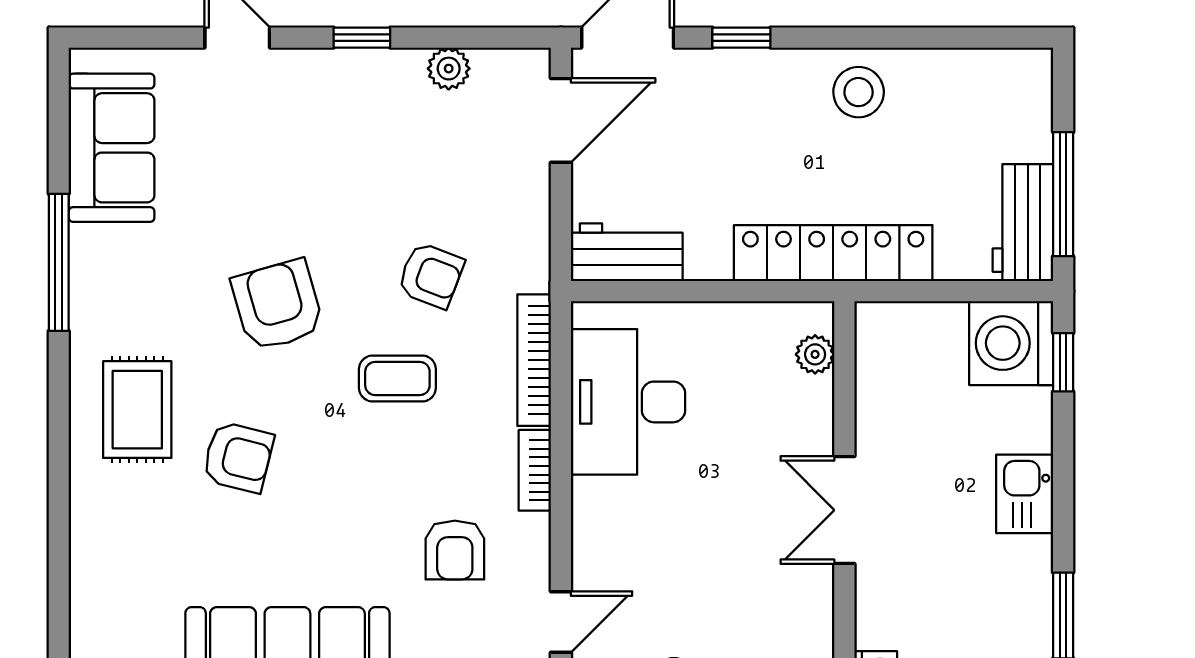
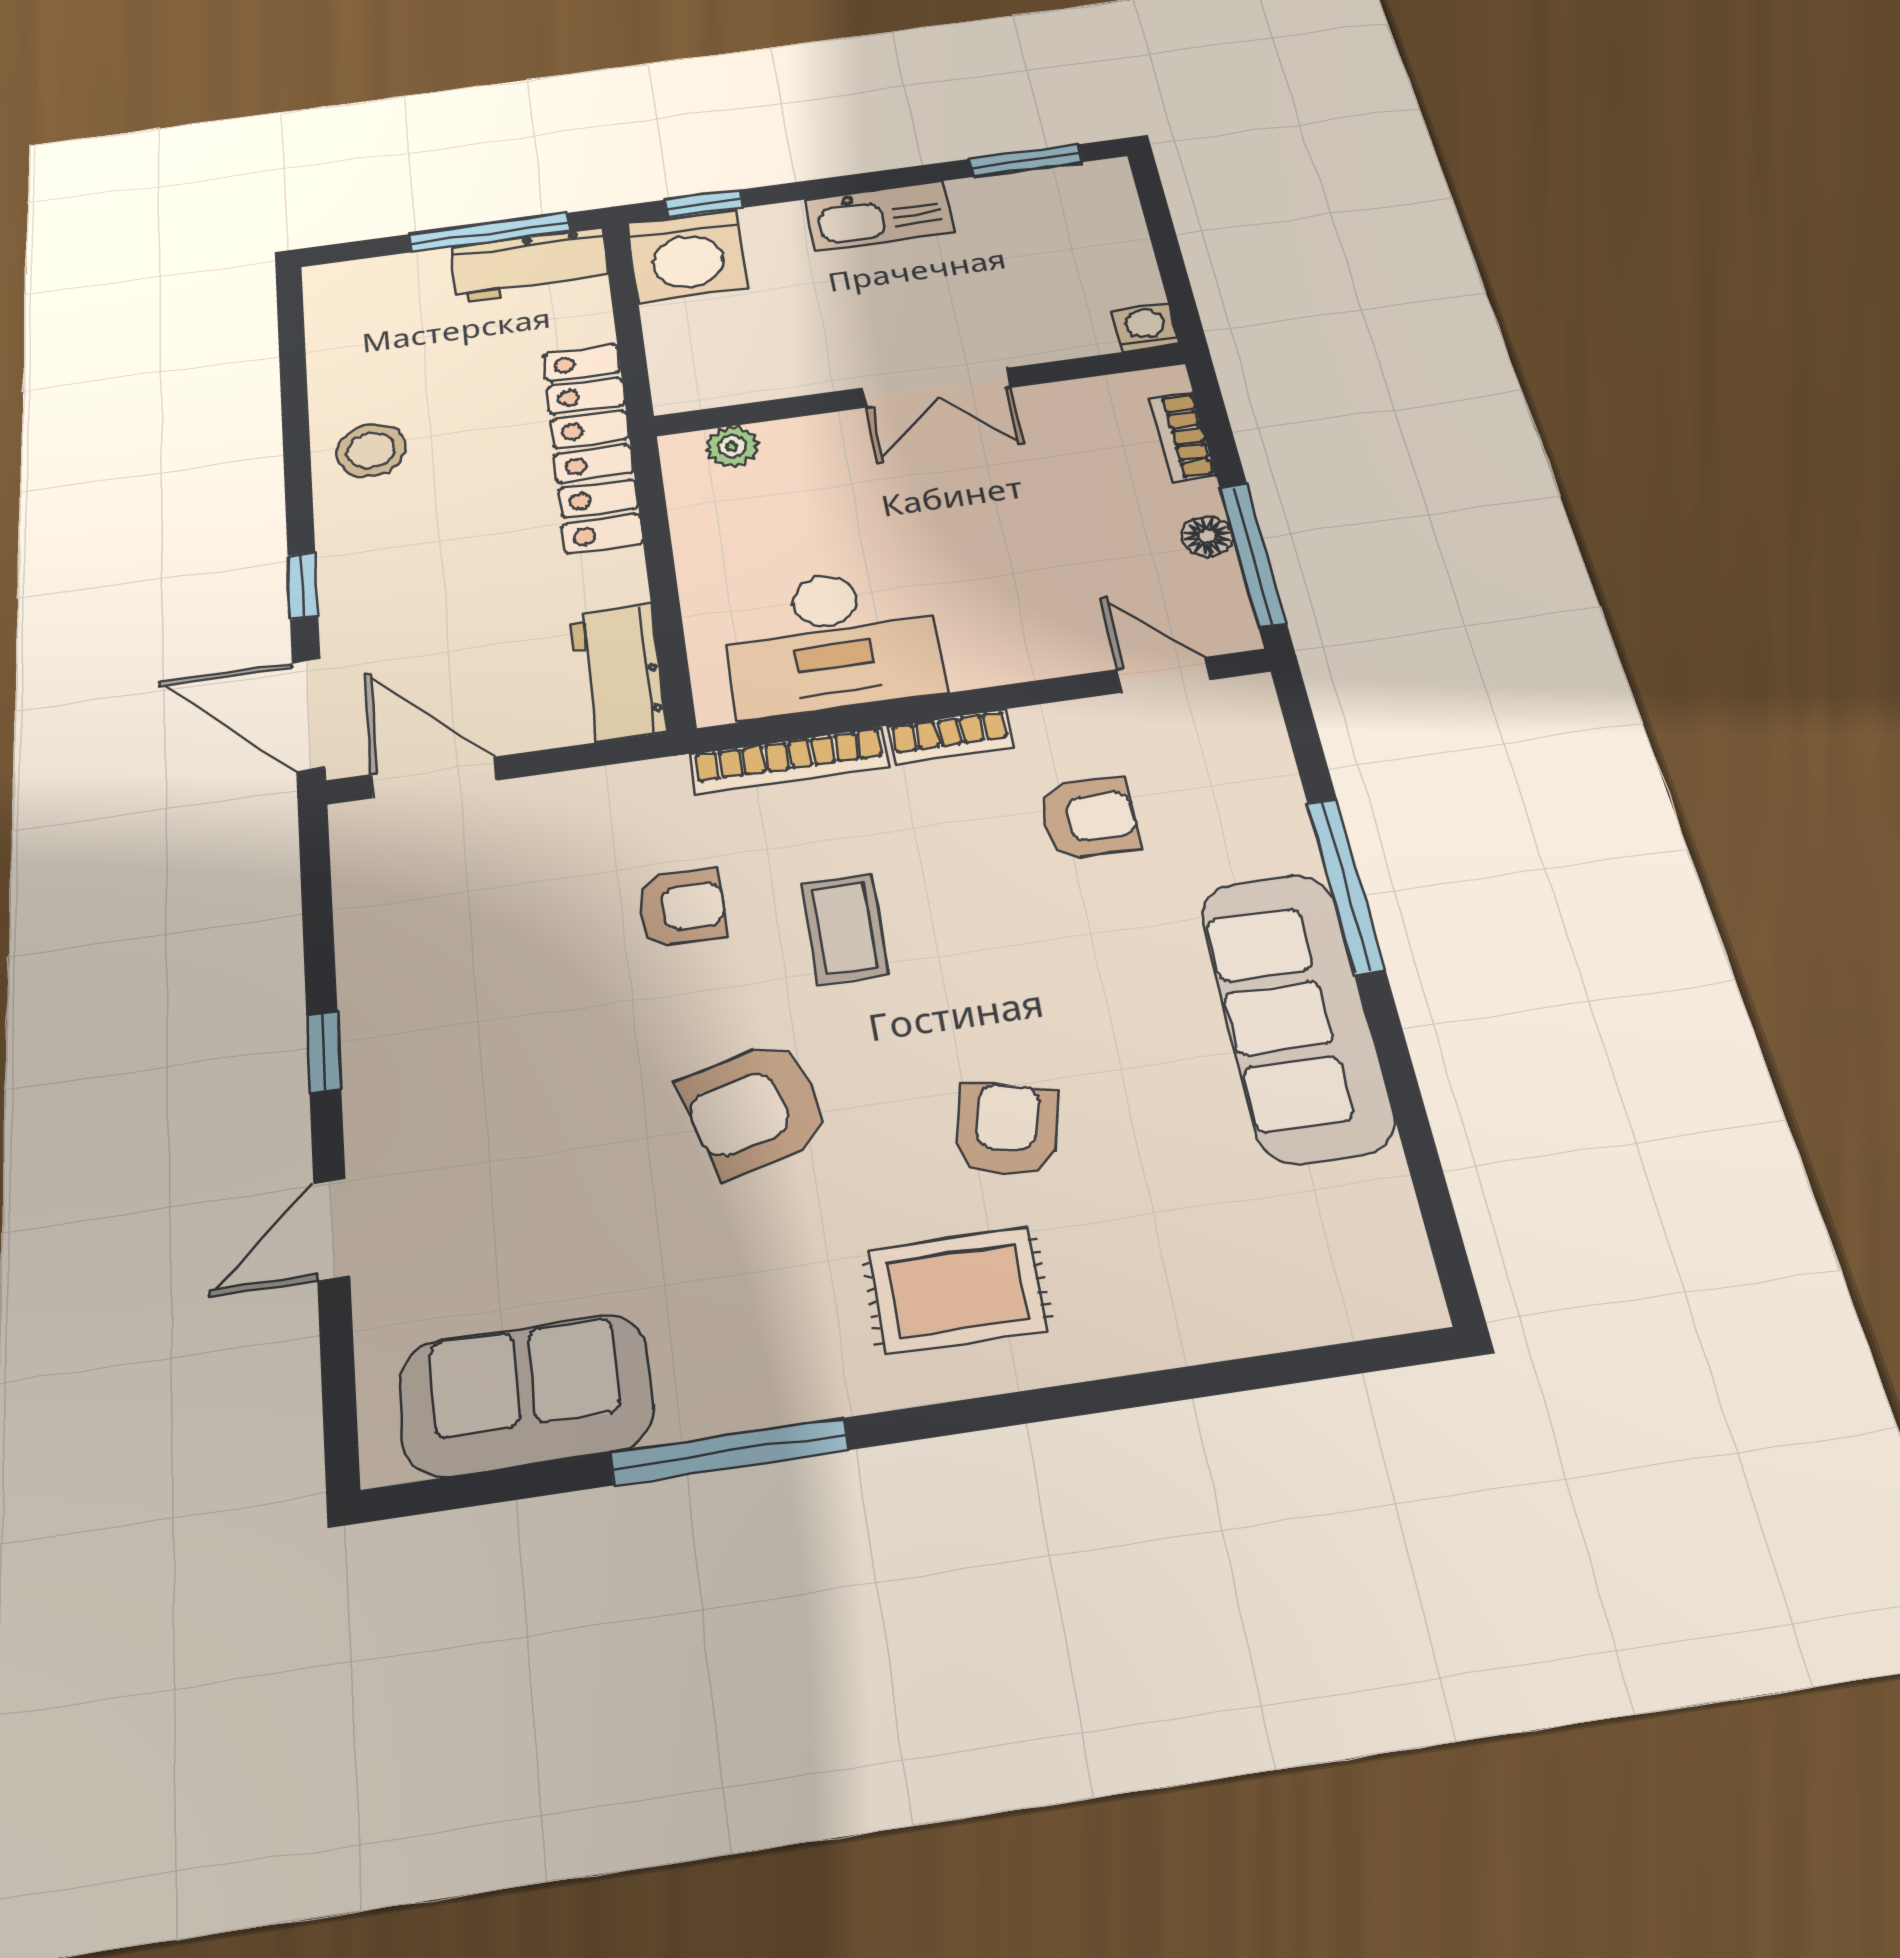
plant: (449, 69) -> (366, 929), removed
armchair: (431, 275) -> (682, 908), turned 69
kitchen sink: (1025, 494) -> (879, 216), width x1.38

